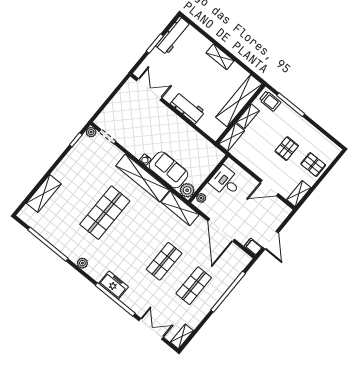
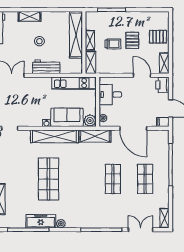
shelving: (220, 57) -> (29, 16), moved
stool: (201, 79) -> (39, 41), added
trolley: (270, 101) -> (113, 44), moved
kitchen unit: (201, 144) -> (74, 83), added
door: (269, 188) -> (142, 75), swing flipped
printer: (281, 212) -> (162, 85), added
freezer: (114, 285) -> (41, 221), moved, width x1.40

